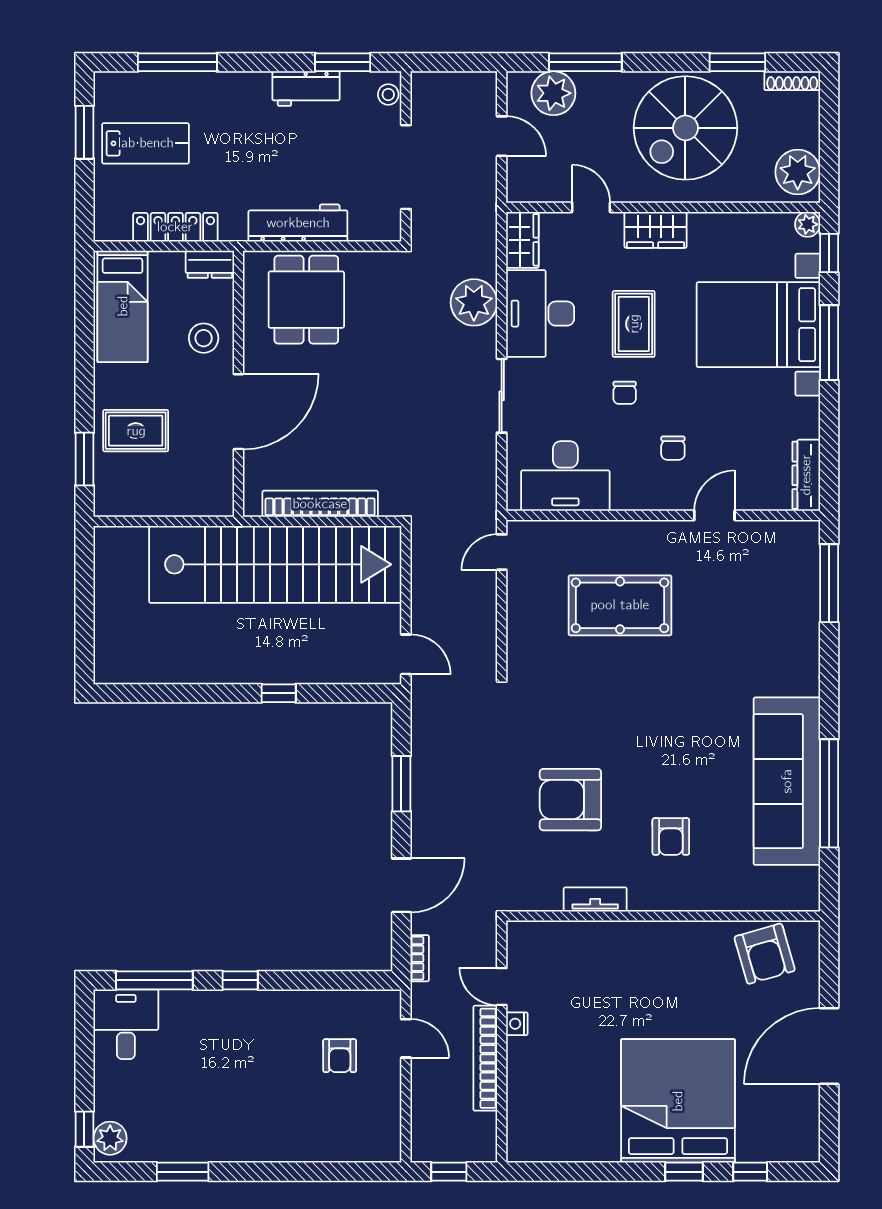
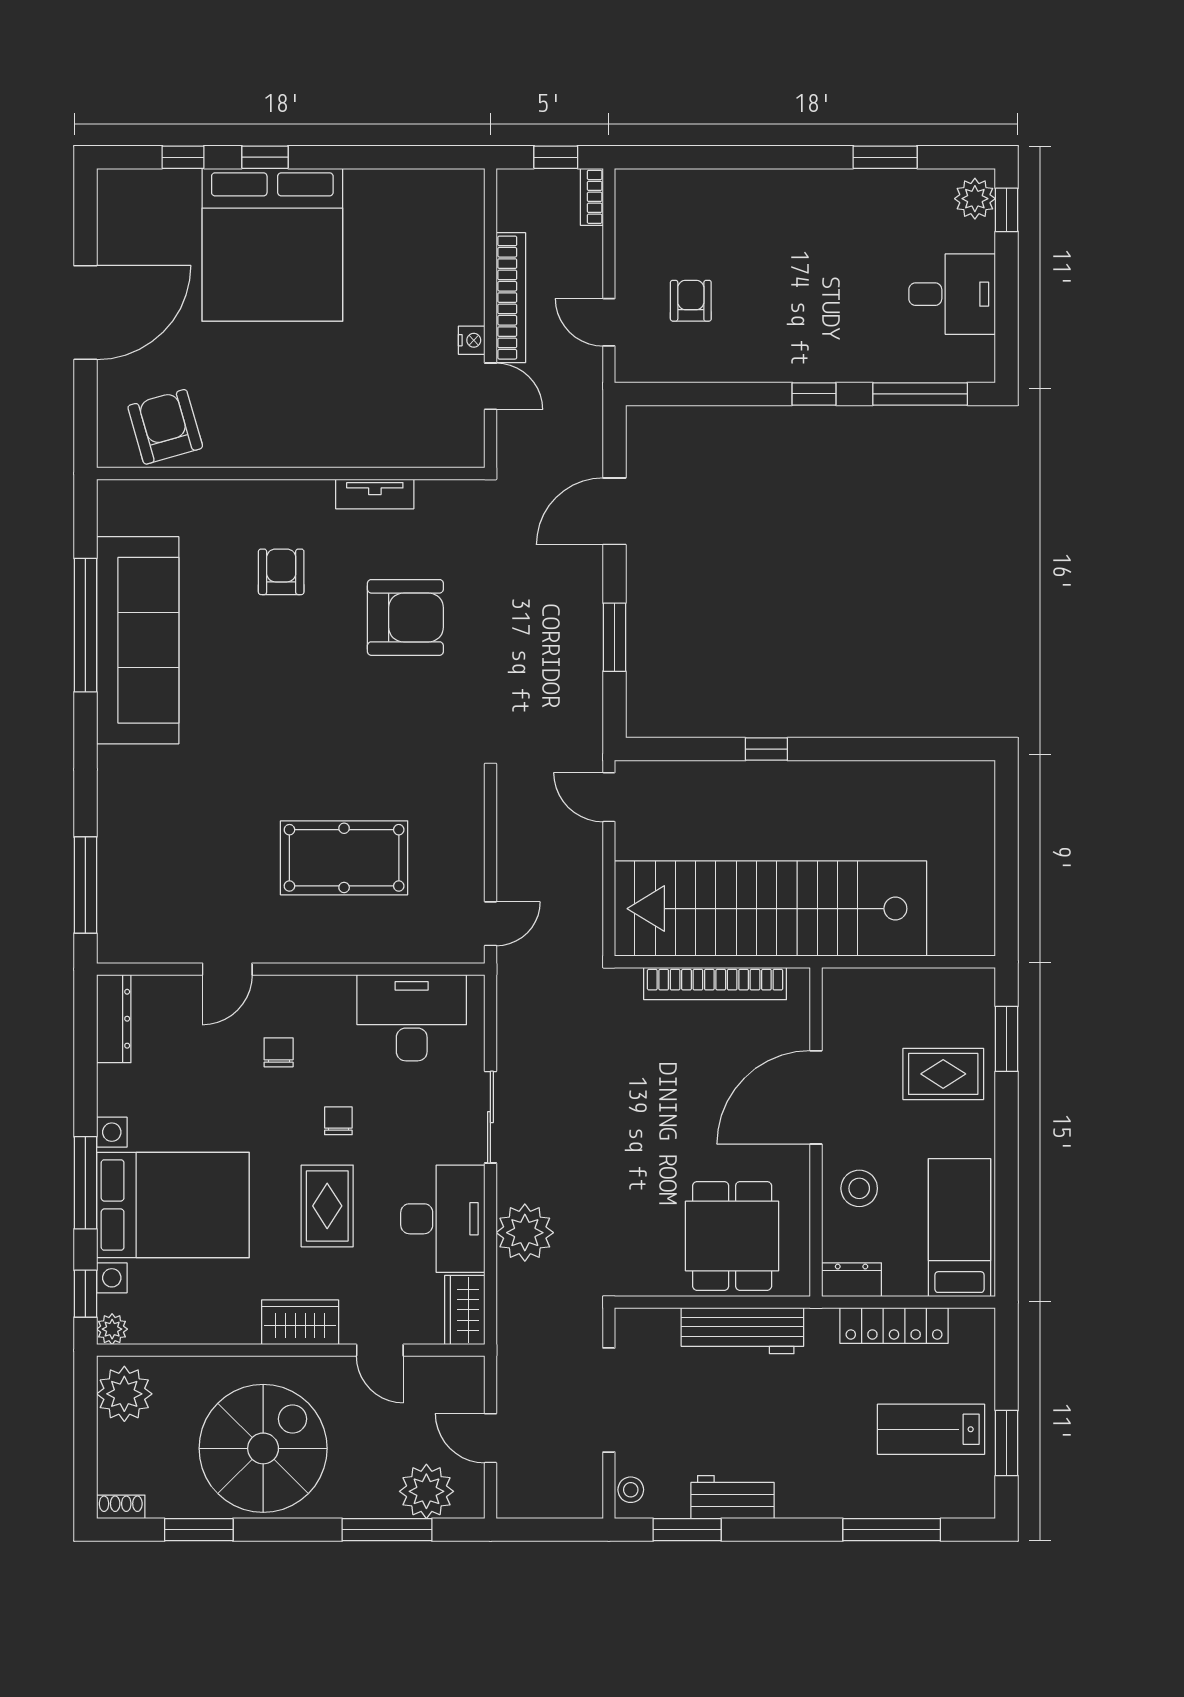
shoe rack: (792, 81) -> (121, 1507), width x0.70
bookcase: (420, 958) -> (592, 197), moved
desk: (126, 1024) -> (952, 294), moved, turned -90

